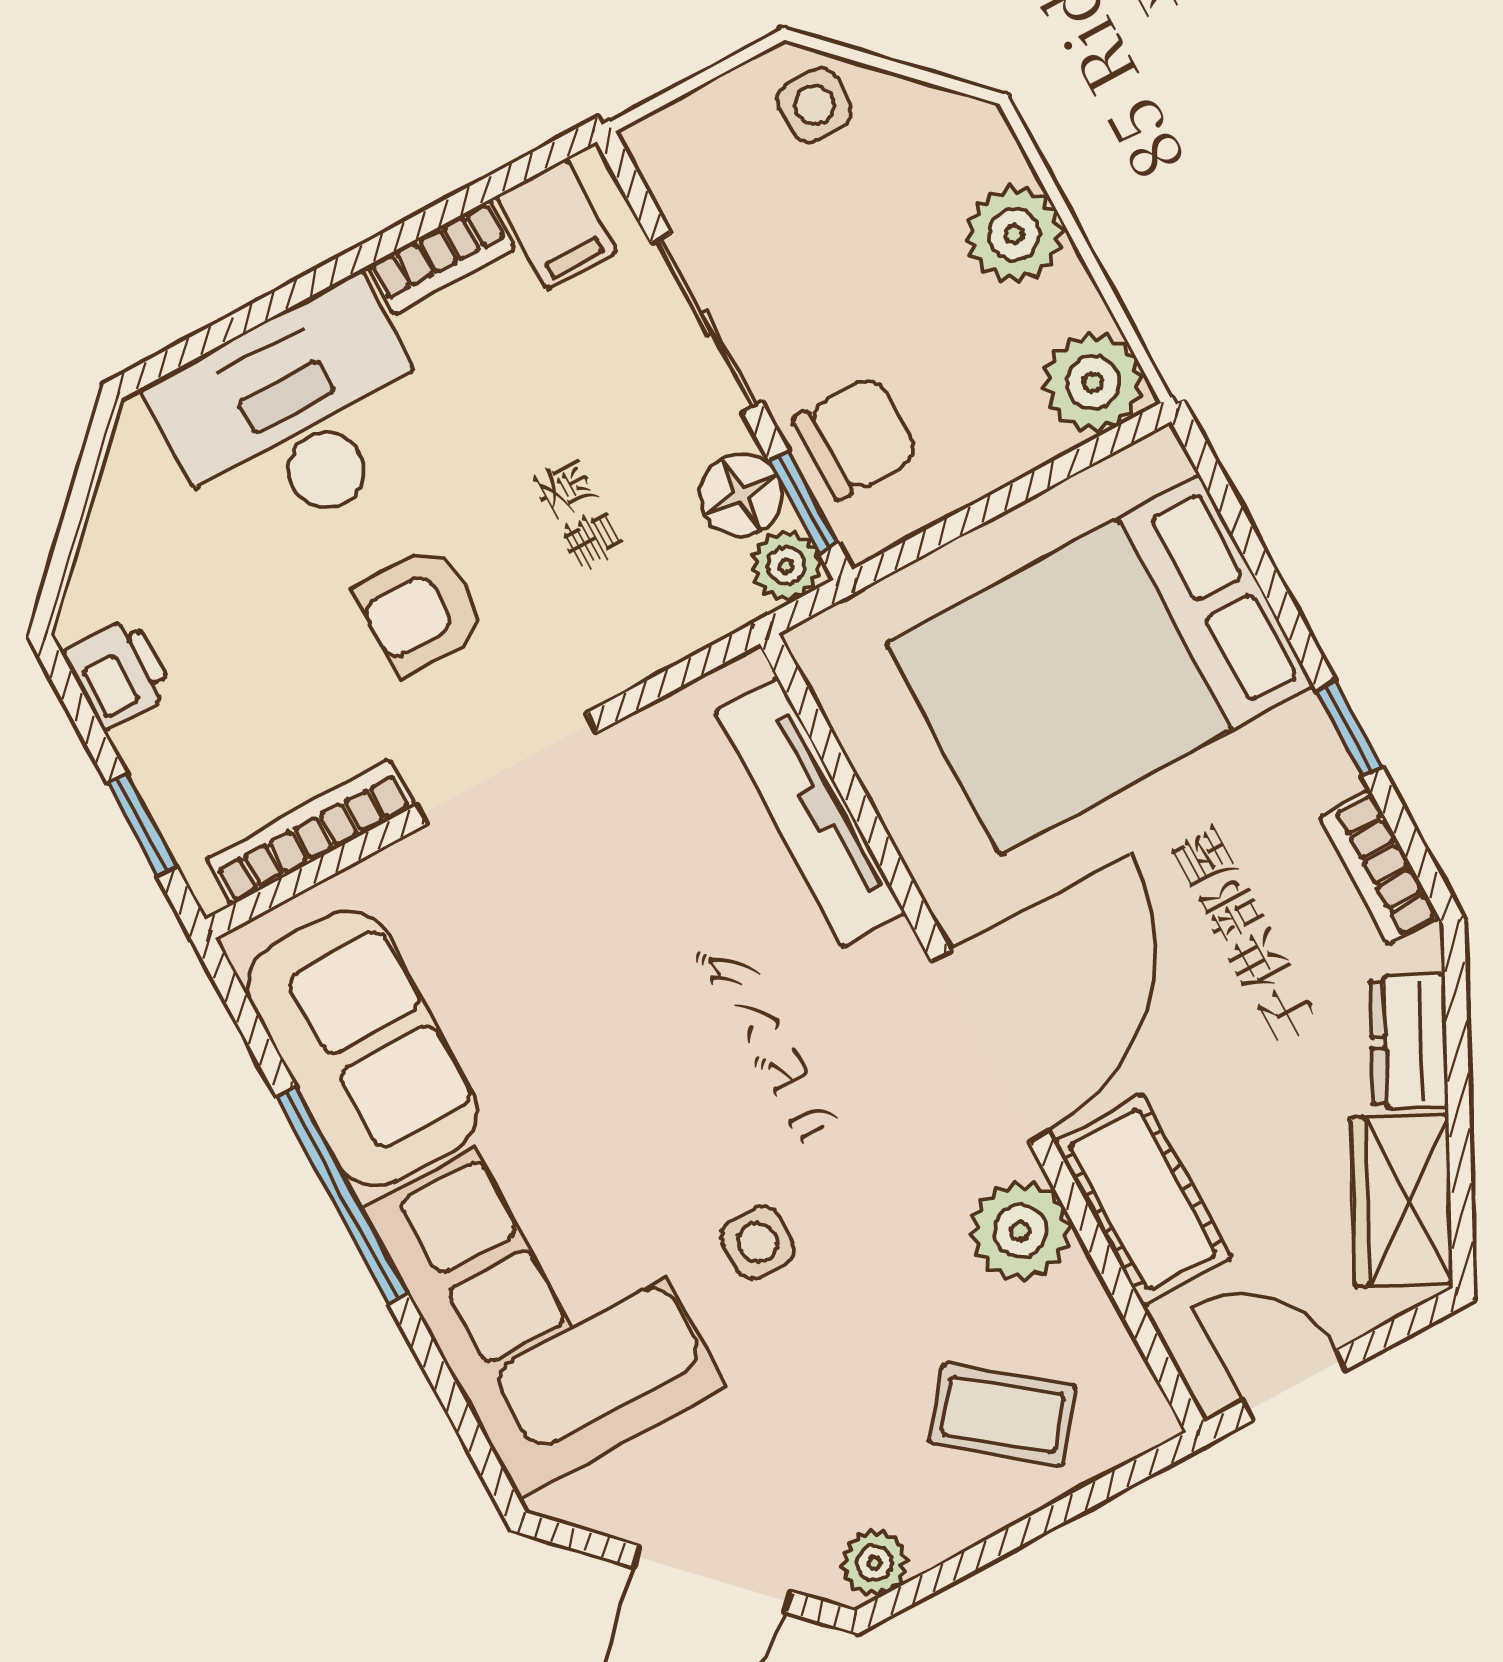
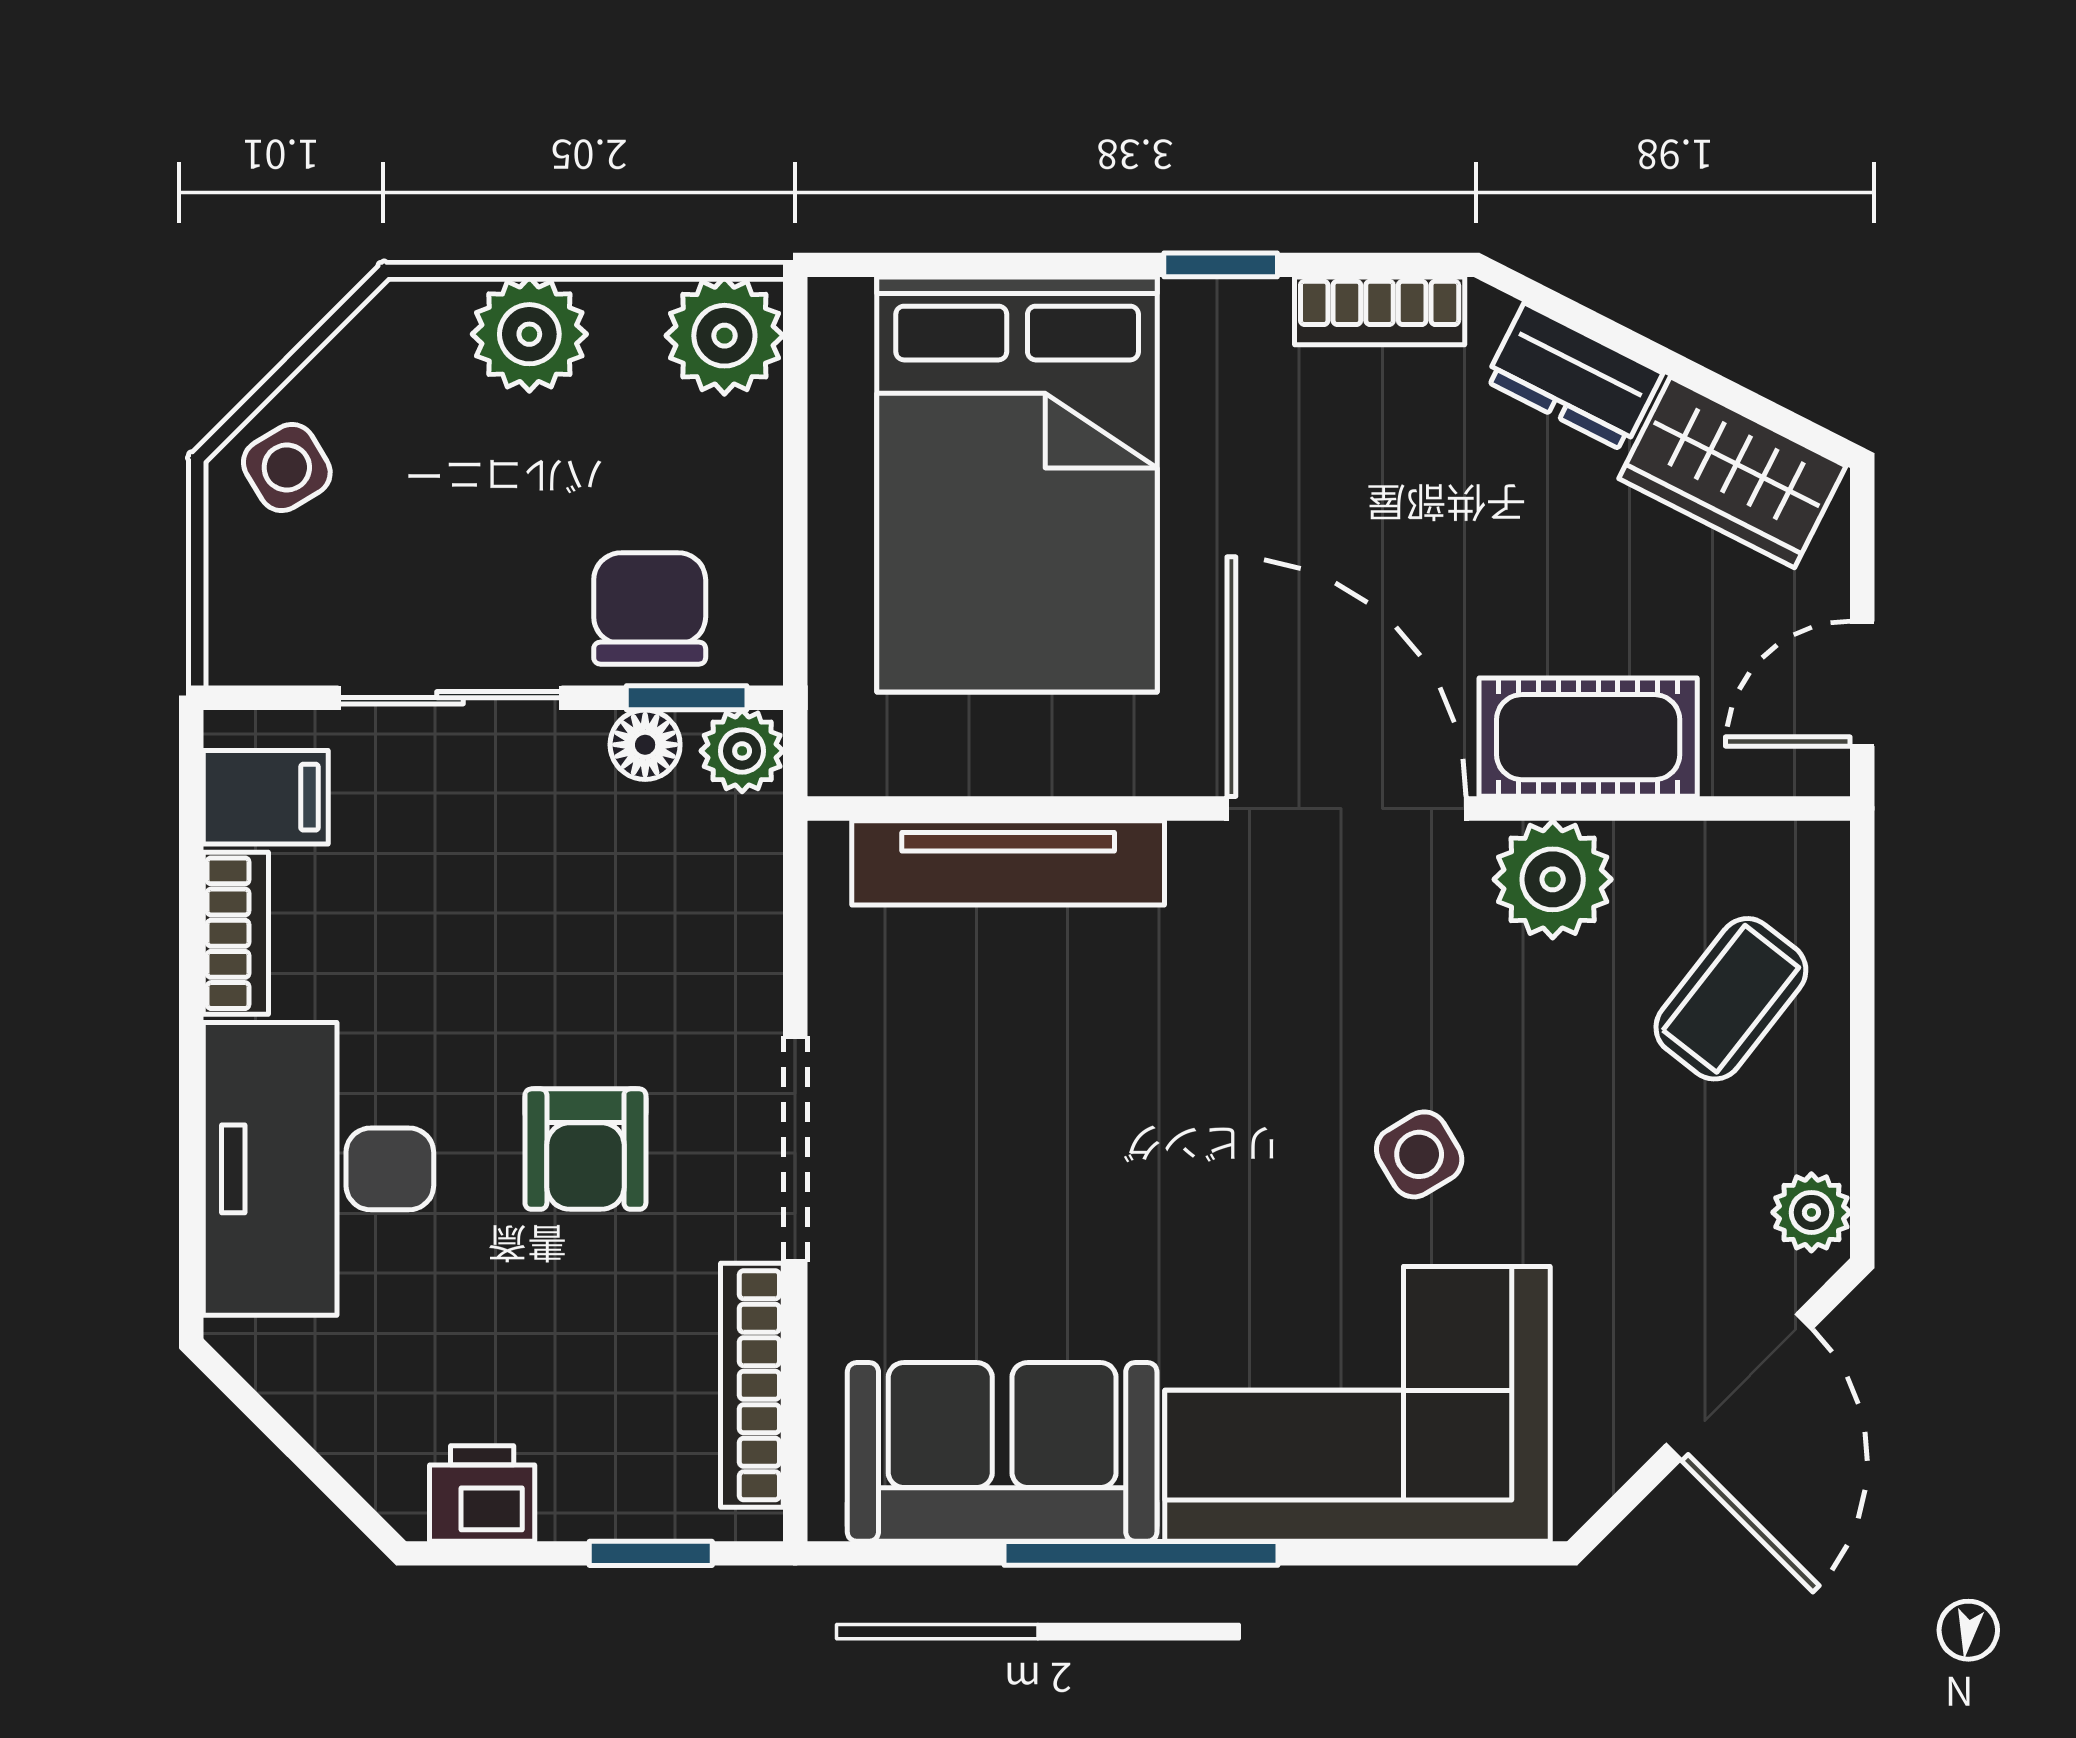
side table: (814, 105) -> (287, 468), turned -31
floor lamp: (741, 495) -> (645, 745), width x0.73, depth x0.73
side table: (758, 1243) -> (1419, 1154), turned -31

